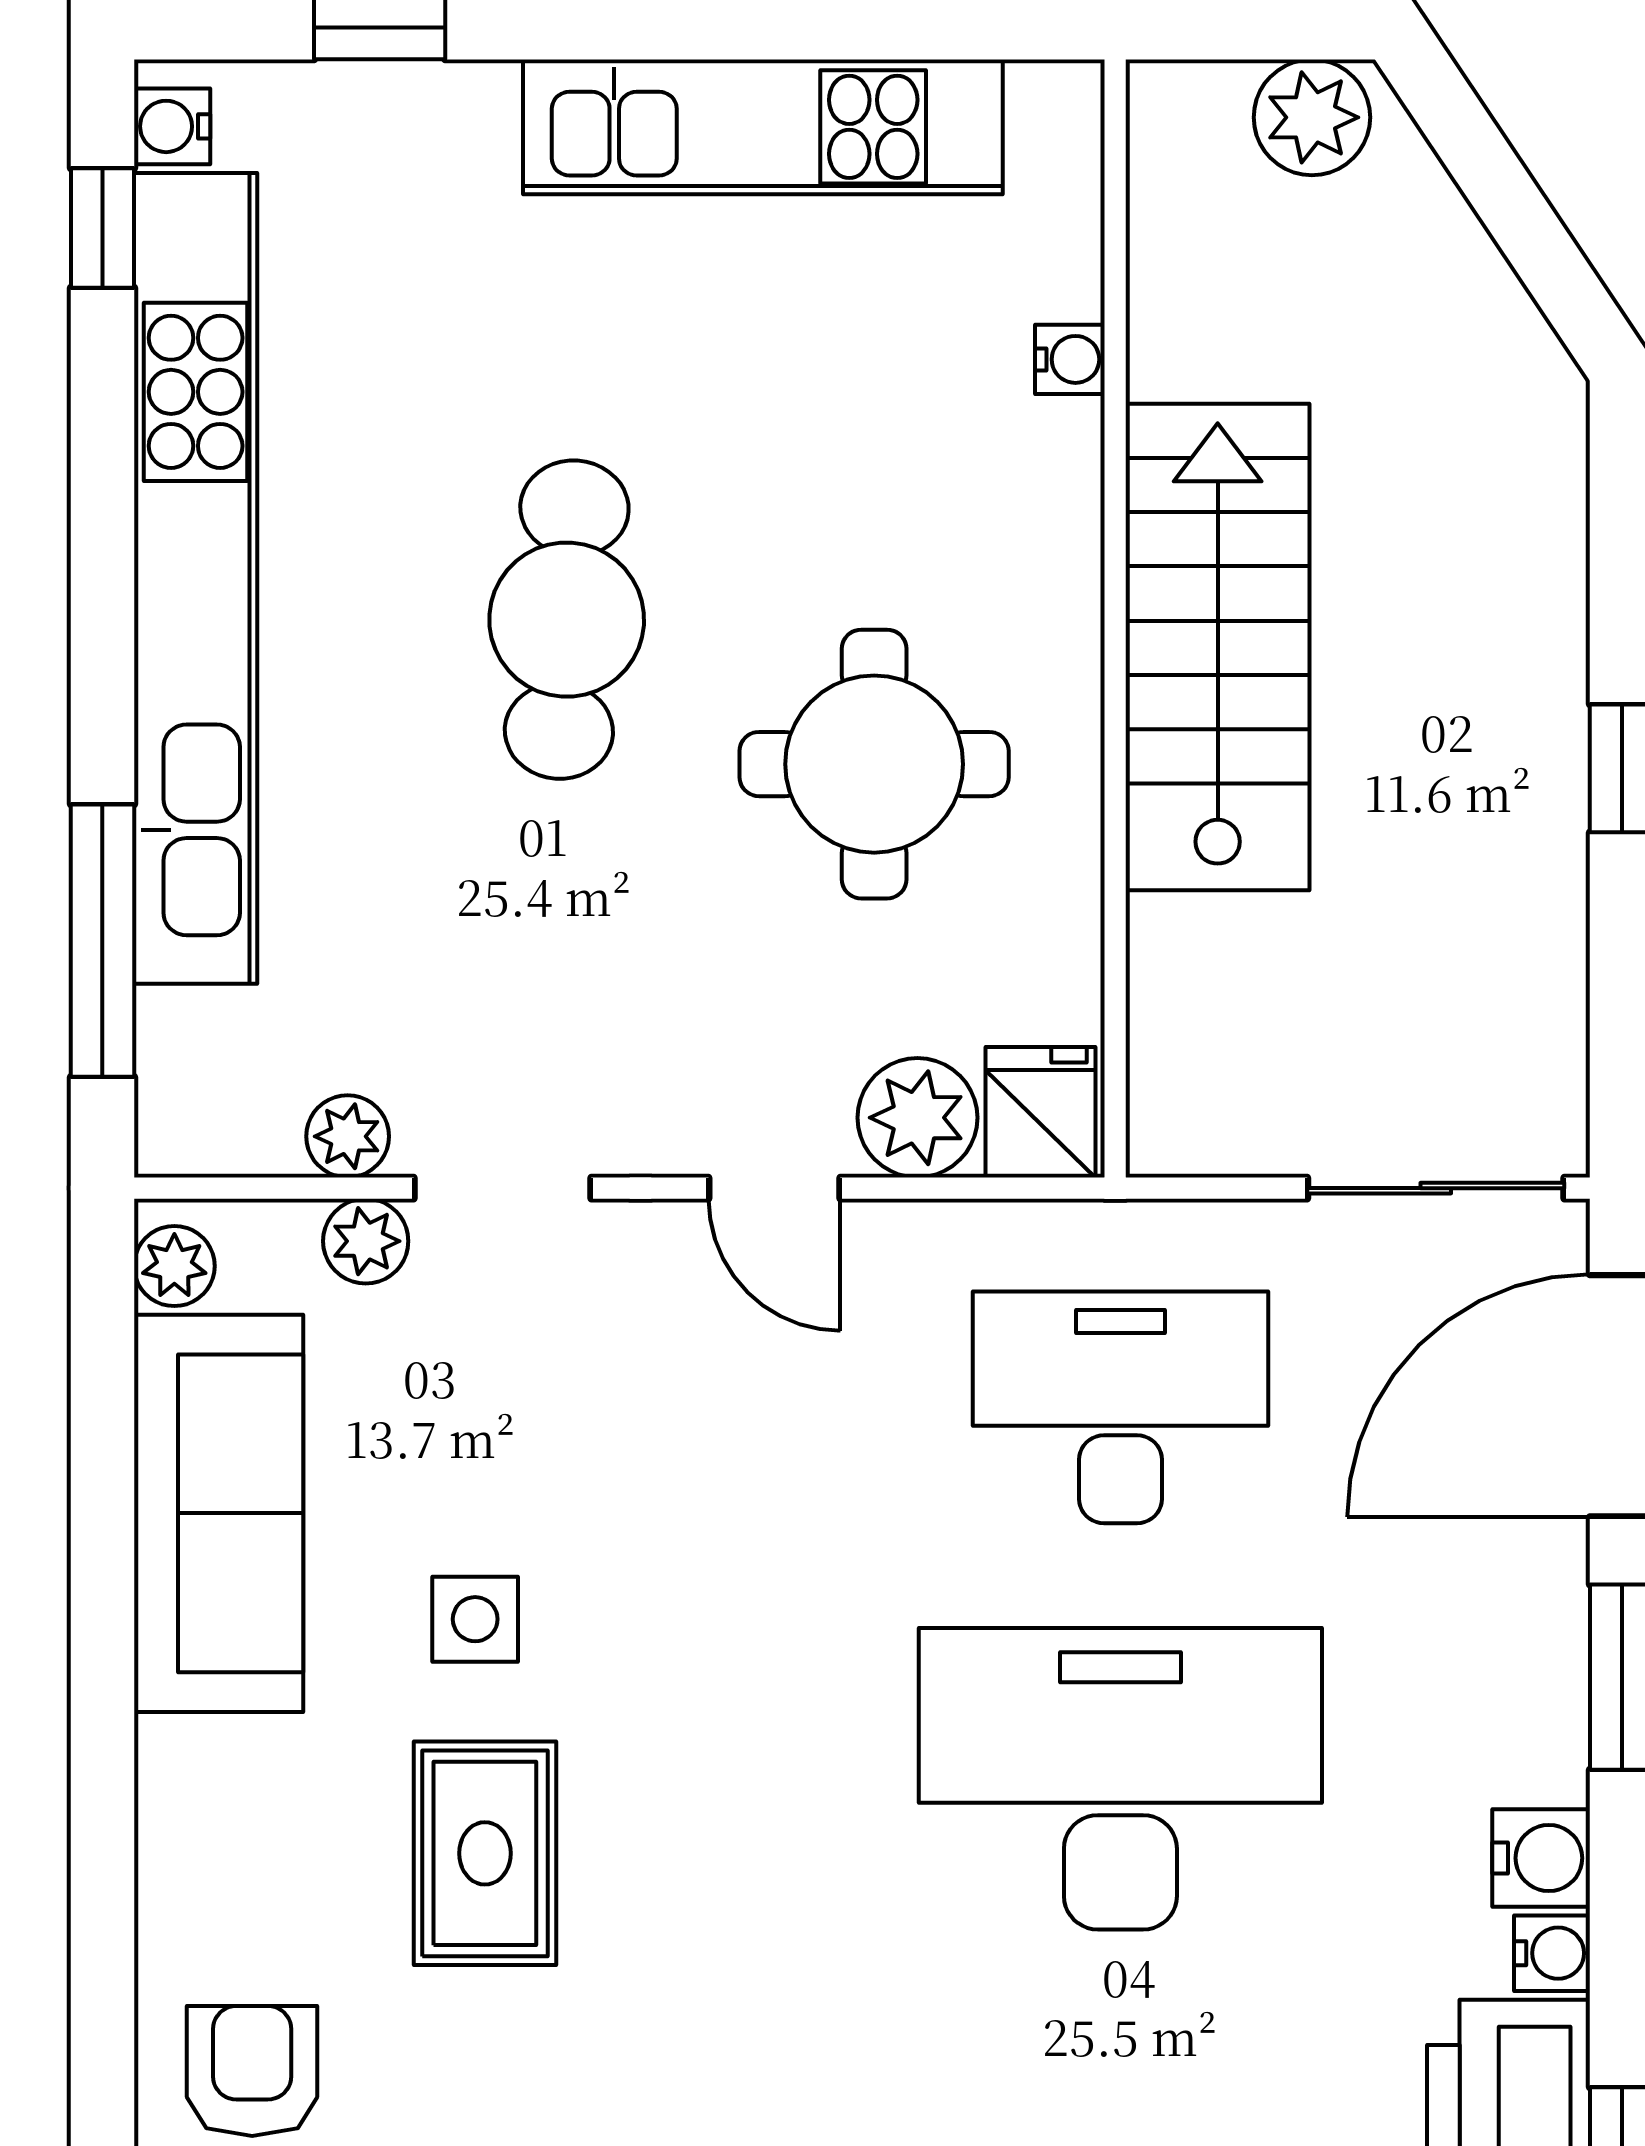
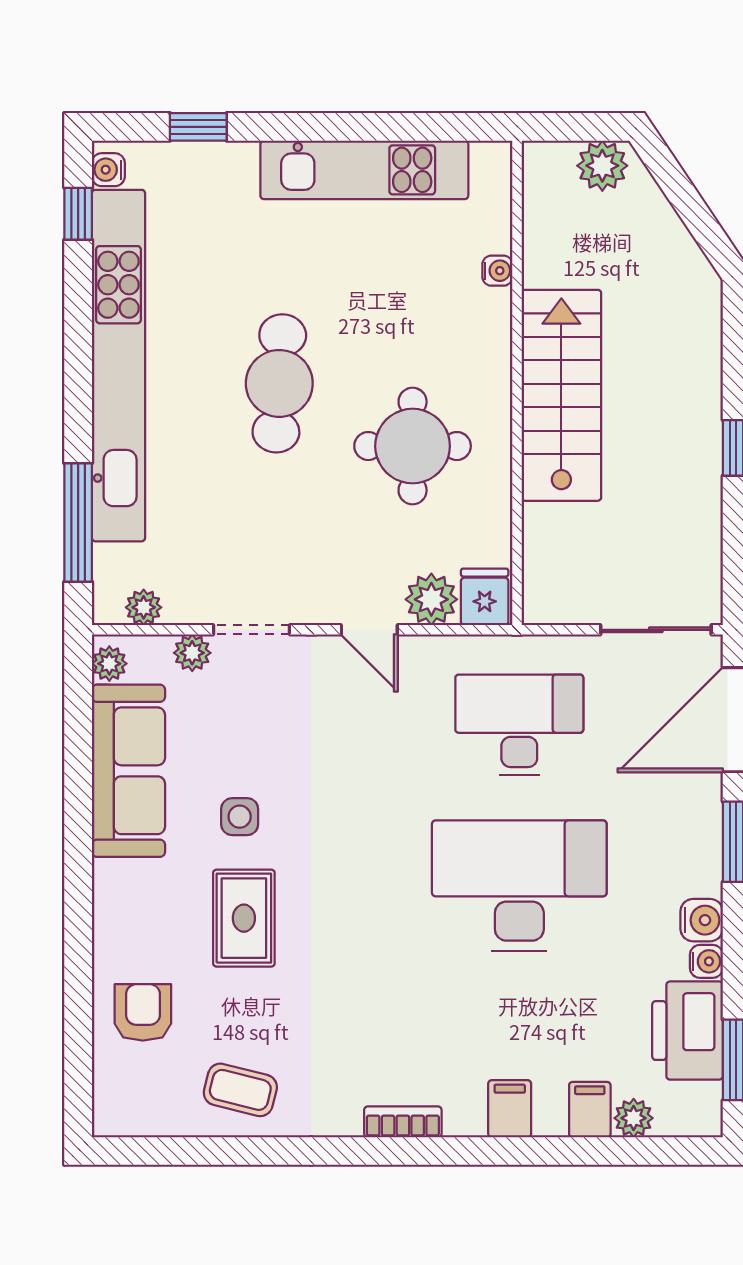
plant: (348, 1136) -> (144, 607), moved

